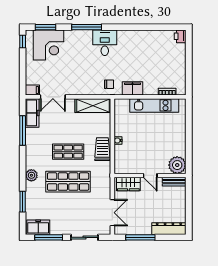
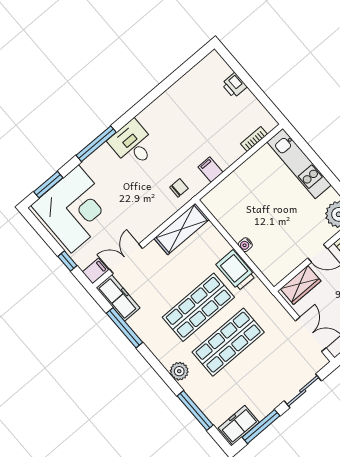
printer: (180, 36) -> (234, 85), moved
window: (23, 42) -> (67, 261), moved
corner desk: (49, 45) -> (75, 209), width x1.36, depth x1.36
filing cabinet: (133, 88) -> (211, 170), width x0.50
double door: (53, 97) -> (126, 259), swing flipped
kitchen unit: (154, 105) -> (299, 163), moved, turned 90
shop shelf: (68, 152) -> (198, 307), width x1.43, depth x1.36
window: (23, 202) -> (195, 410), width x1.44

